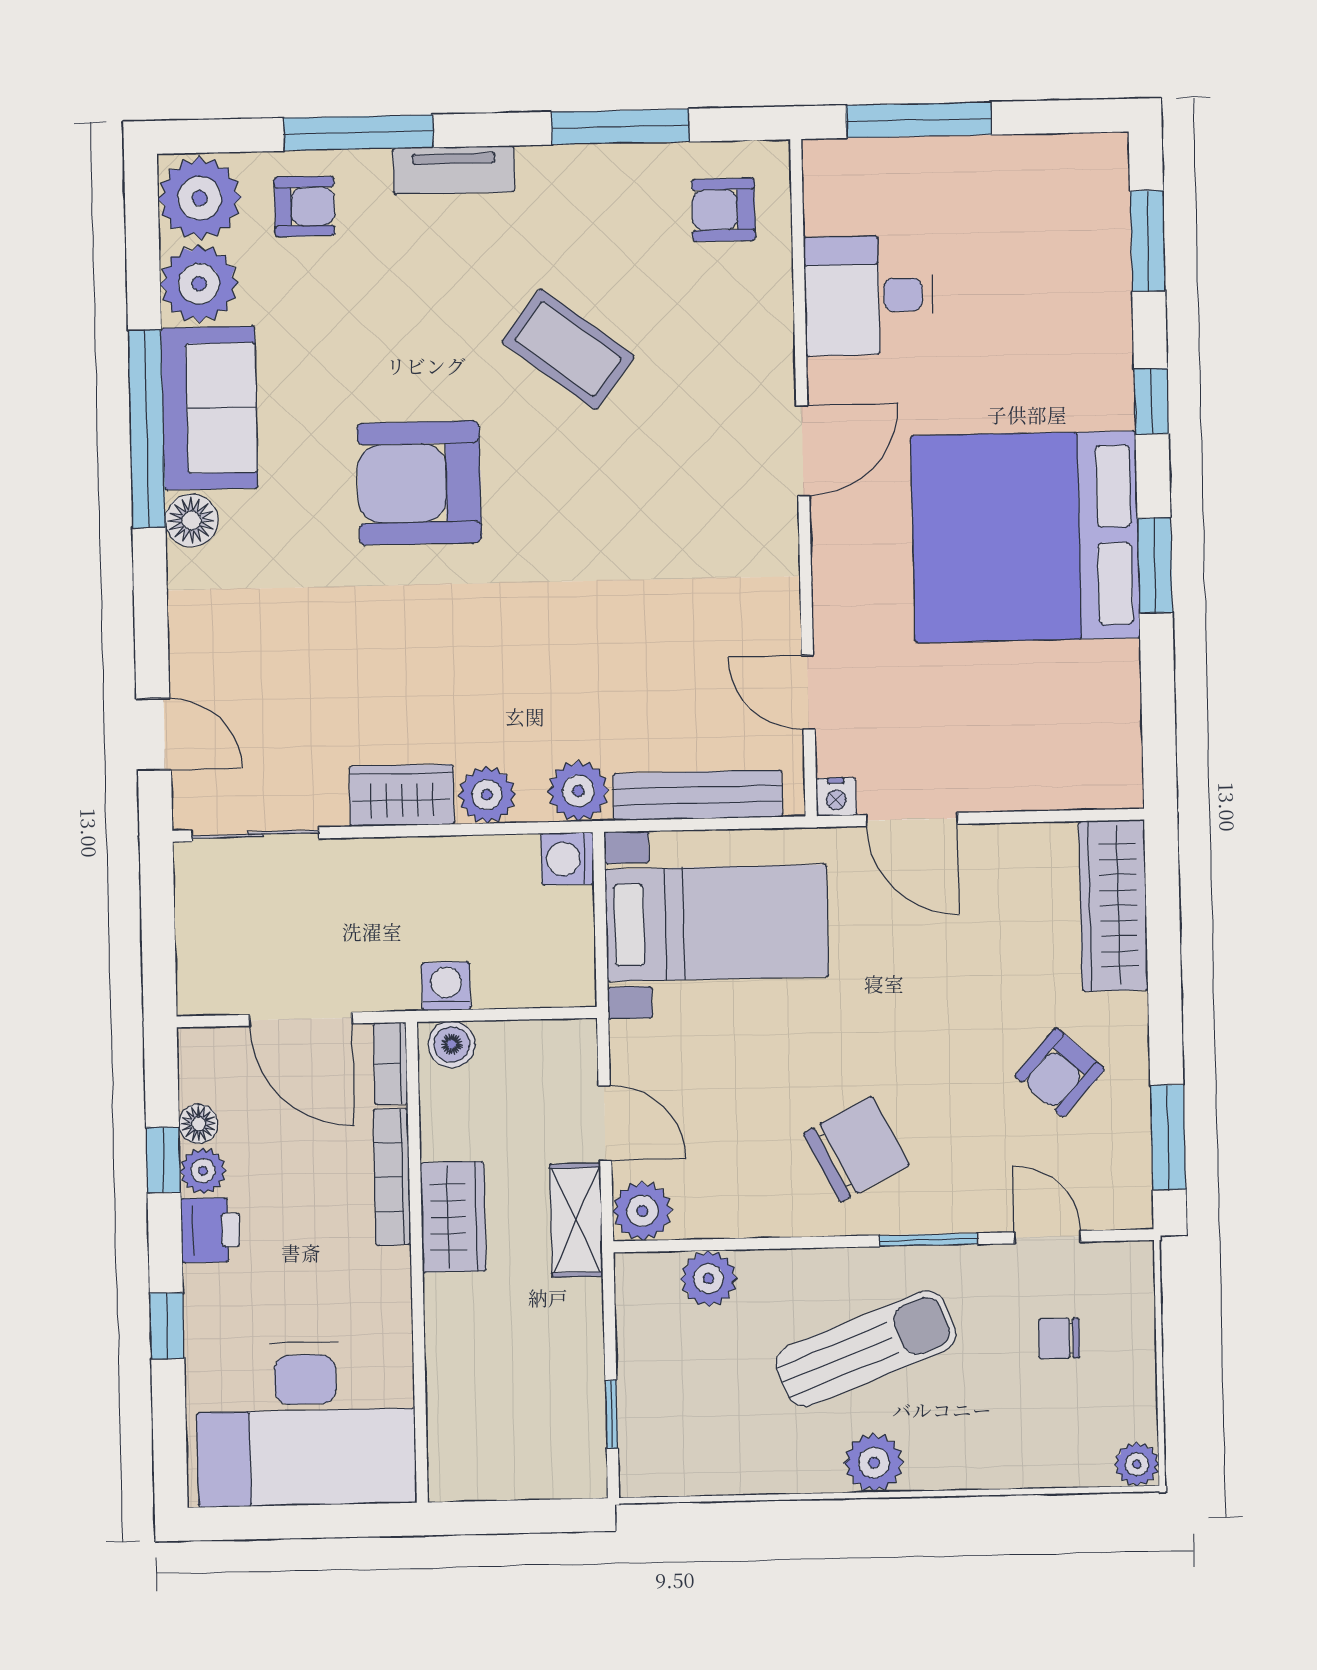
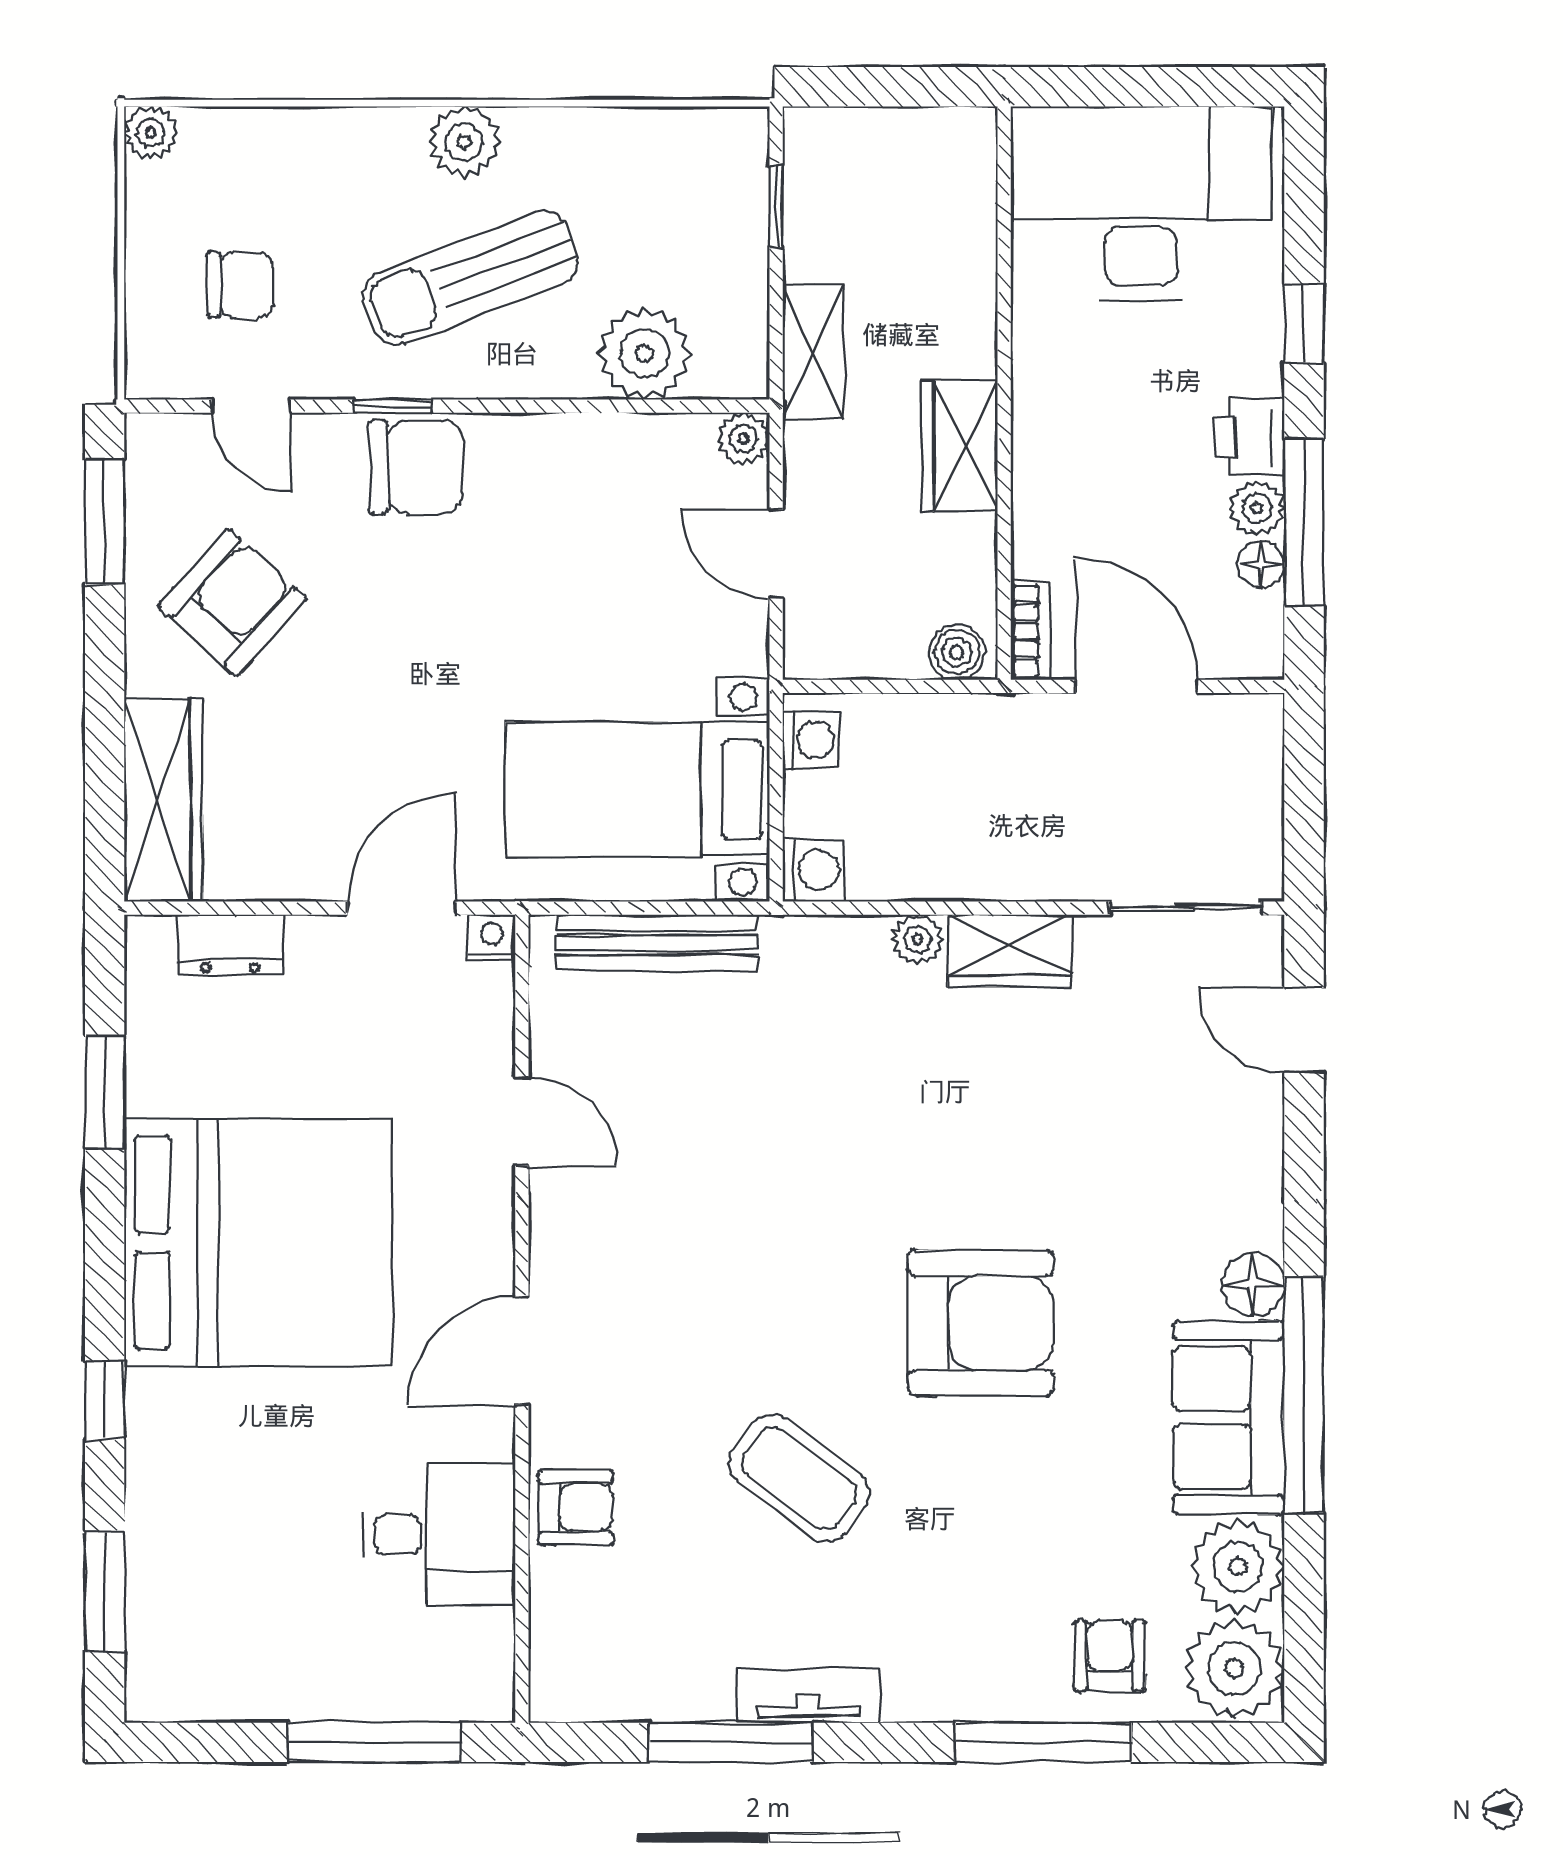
tv unit: (454, 170) -> (808, 1695), moved
armchair: (304, 206) -> (1110, 1656), turned 90
armchair: (723, 210) -> (576, 1507), moved
window: (1155, 565) -> (105, 1092), moved
door: (808, 692) -> (522, 1122), moved
dresser: (1055, 786) -> (230, 944), added
plant: (578, 791) -> (799, 951), removed
plant: (487, 795) -> (917, 940), width x0.73, depth x0.73
door: (912, 819) -> (402, 908), hinge flipped
washing machine: (446, 986) -> (811, 740), moved, turned -90
armchair: (1060, 1072) -> (232, 602), width x1.38, depth x1.38
chair: (856, 1149) -> (416, 467), moved, turned -153
window: (163, 1160) -> (1304, 522), width x2.17
bookcase: (392, 1177) -> (1032, 496), removed
plant: (642, 1211) -> (744, 439), width x0.73, depth x0.73
shelving: (576, 1220) -> (813, 352), moved
window: (929, 1240) -> (393, 406), width x0.67
plant: (709, 1279) -> (644, 353), width x1.36, depth x1.36
chair: (1059, 1338) -> (240, 285), width x1.37, depth x1.37

